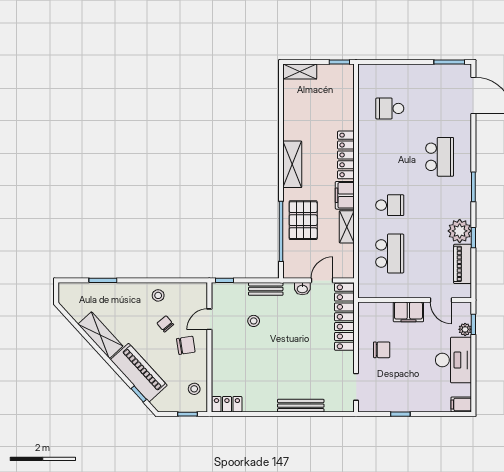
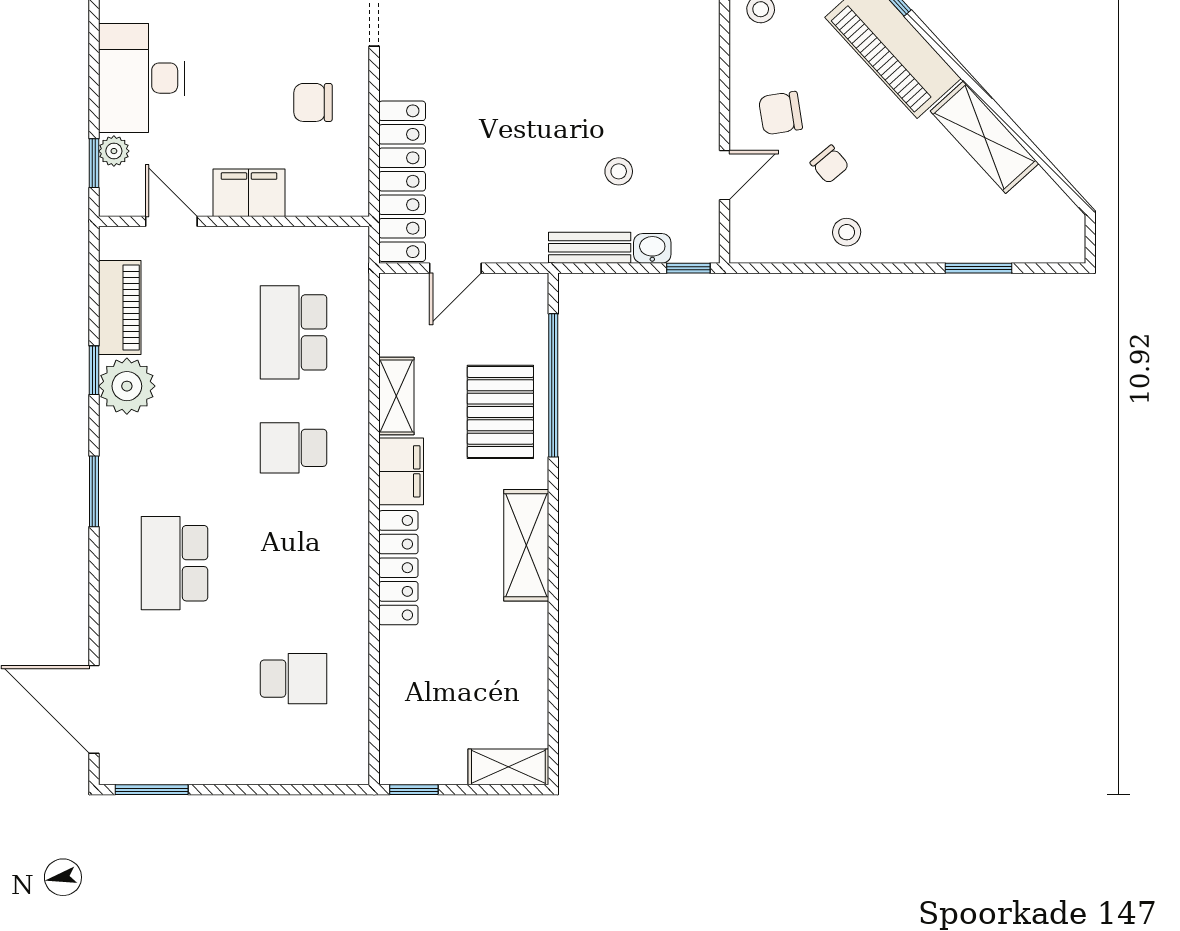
washbasin: (302, 289) -> (652, 248), moved

